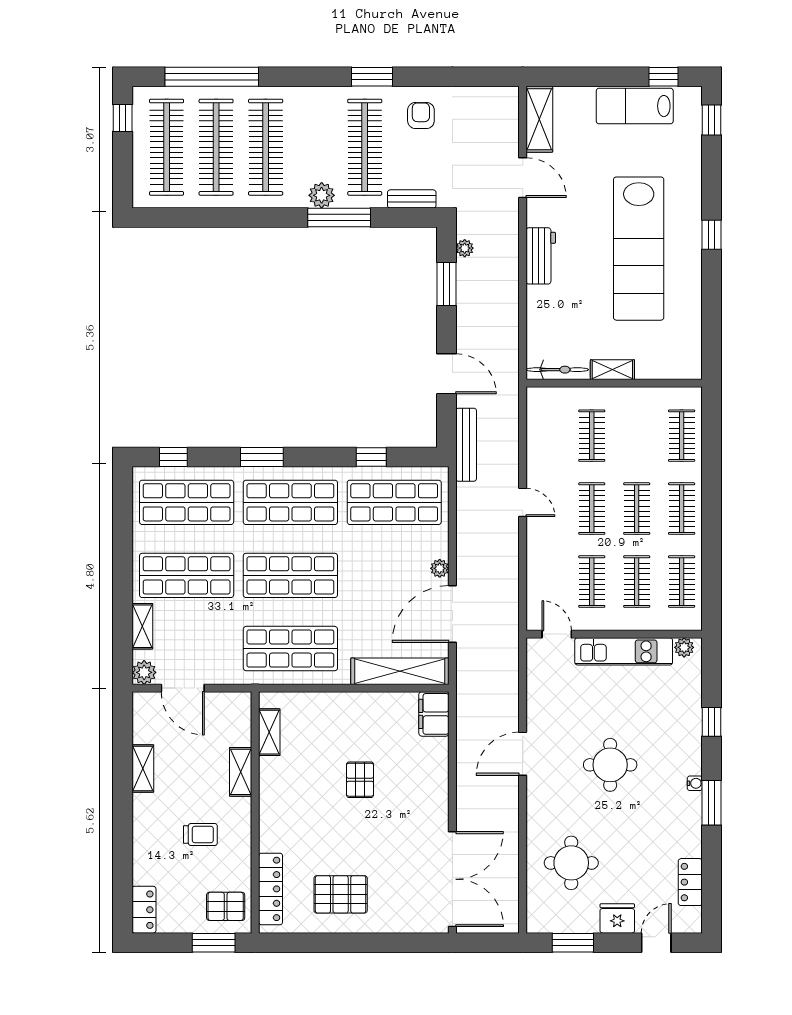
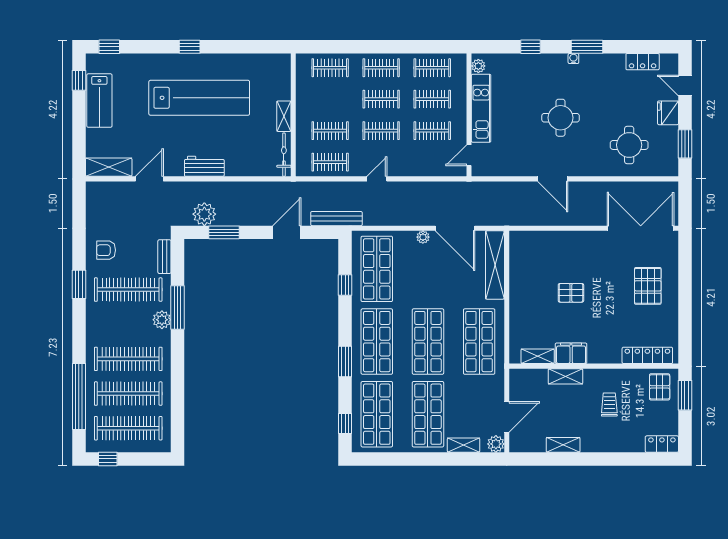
plant: (465, 248) -> (204, 214), width x1.88, depth x1.88
clothes rail: (547, 436) -> (330, 162), added
filing cabinet: (434, 714) -> (571, 353), moved, turned 180
pallet: (341, 894) -> (648, 286), moved

